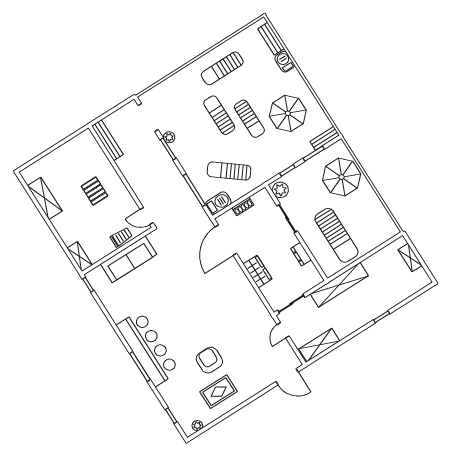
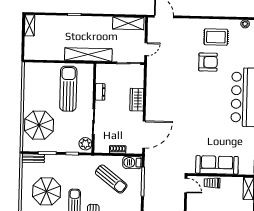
shelving: (410, 258) -> (30, 25), moved
armchair: (209, 360) -> (208, 62), turned -90

